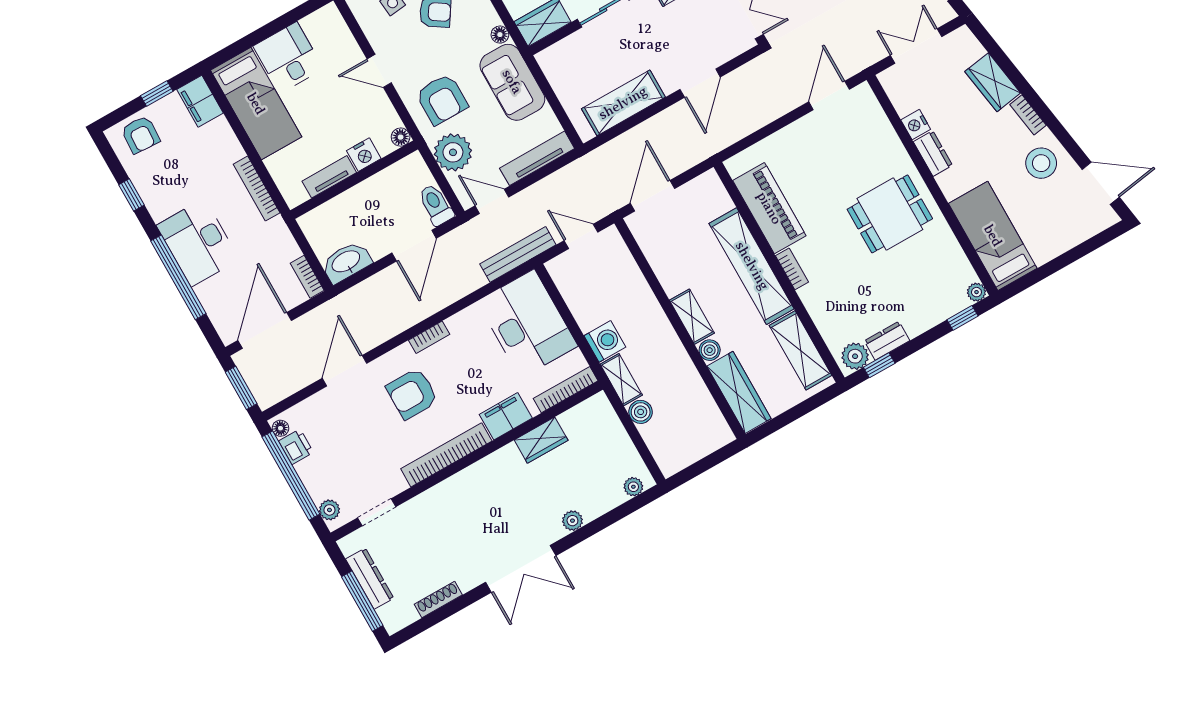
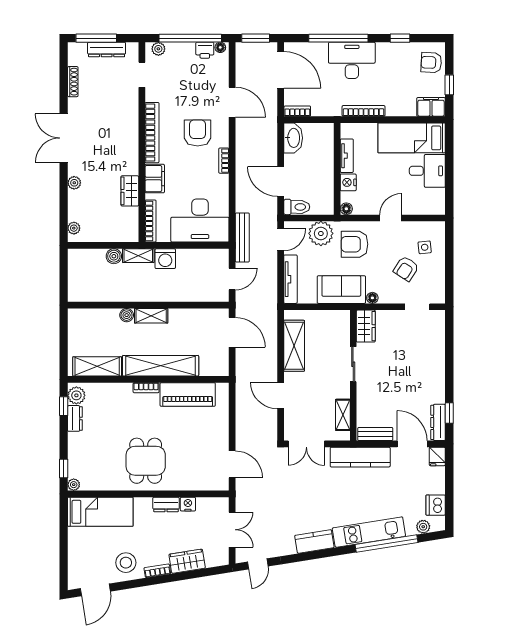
wardrobe: (739, 392) -> (93, 318), removed

